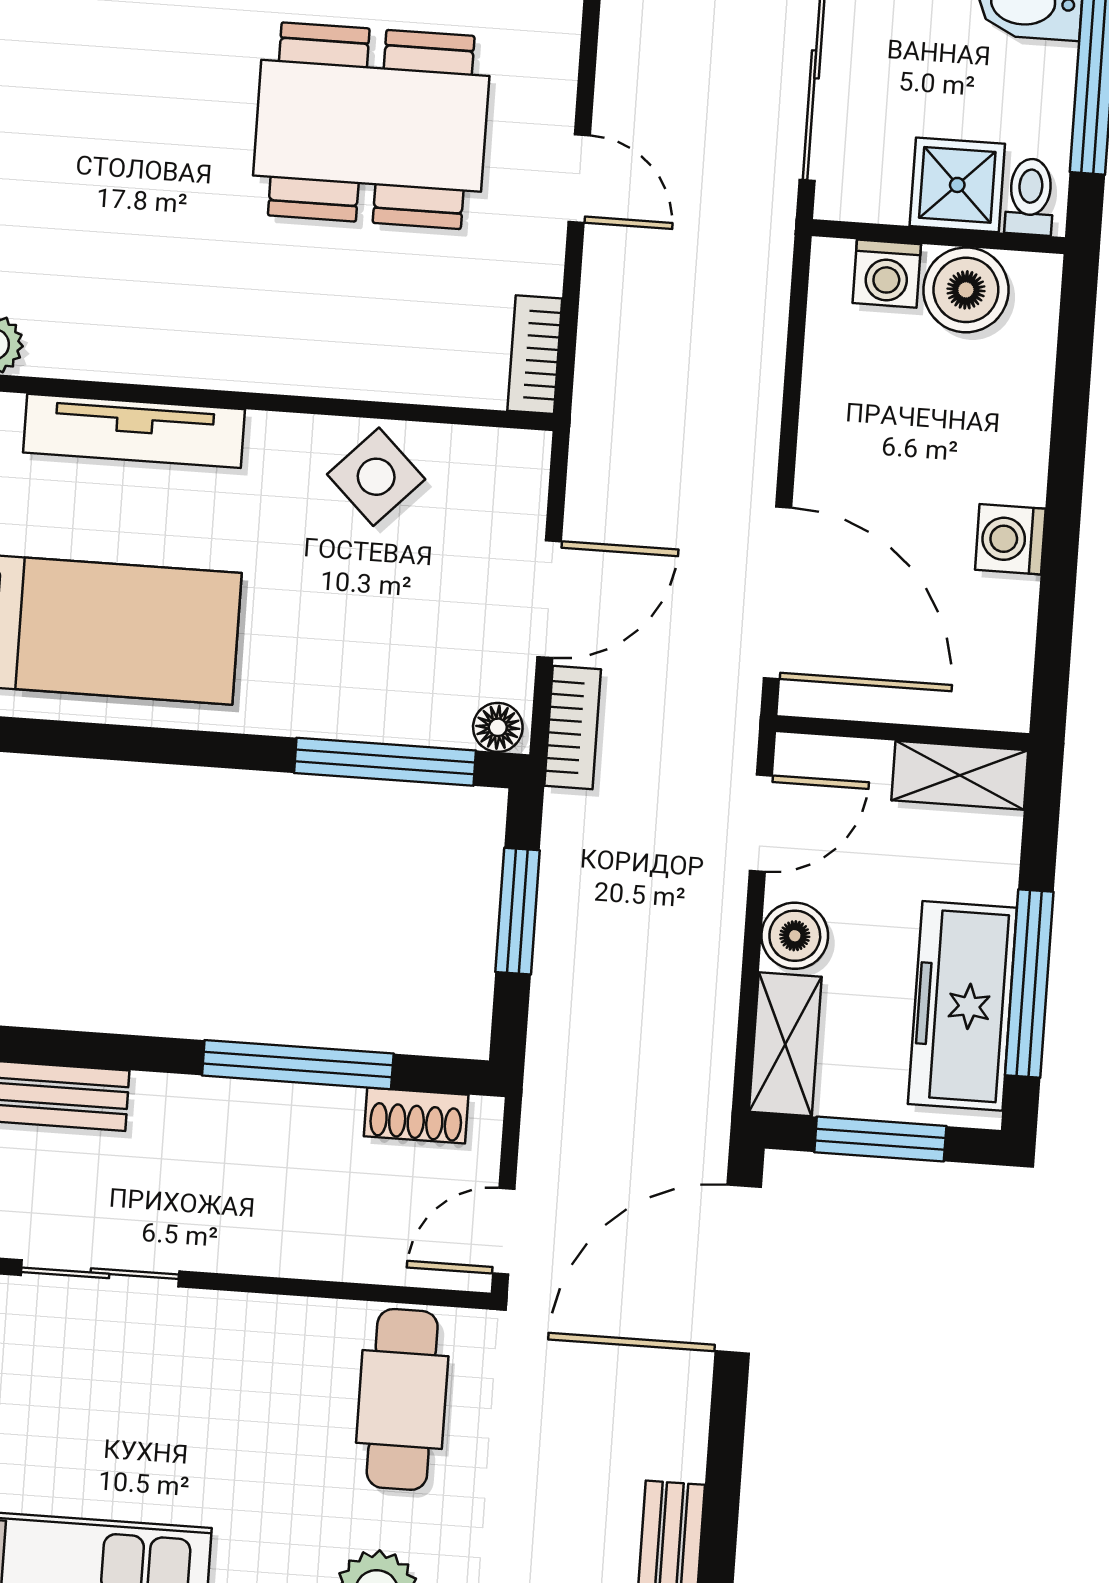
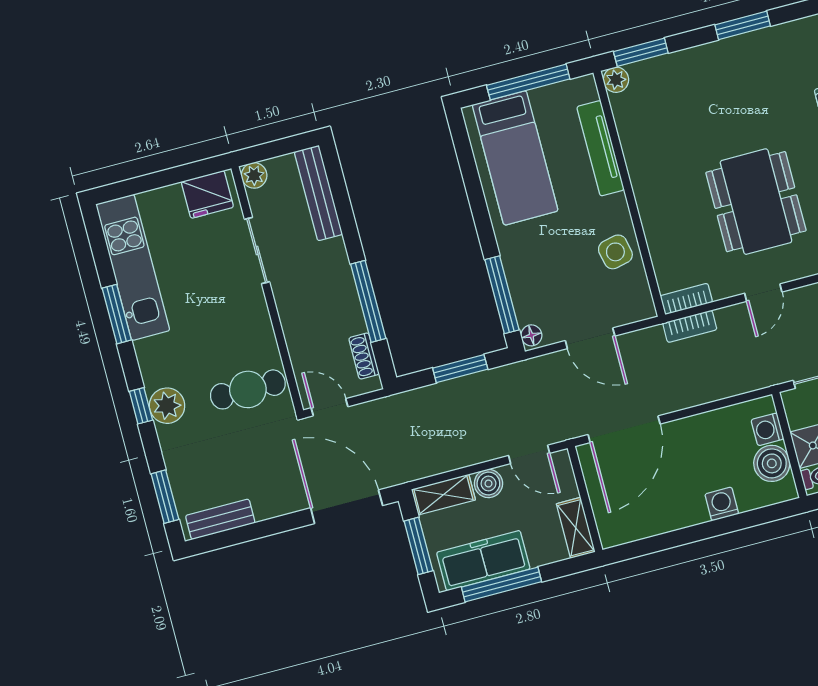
side table: (376, 477) -> (615, 252), turned 34
washing machine: (1010, 539) -> (722, 504), moved
bookcase: (573, 728) -> (690, 326), moved

